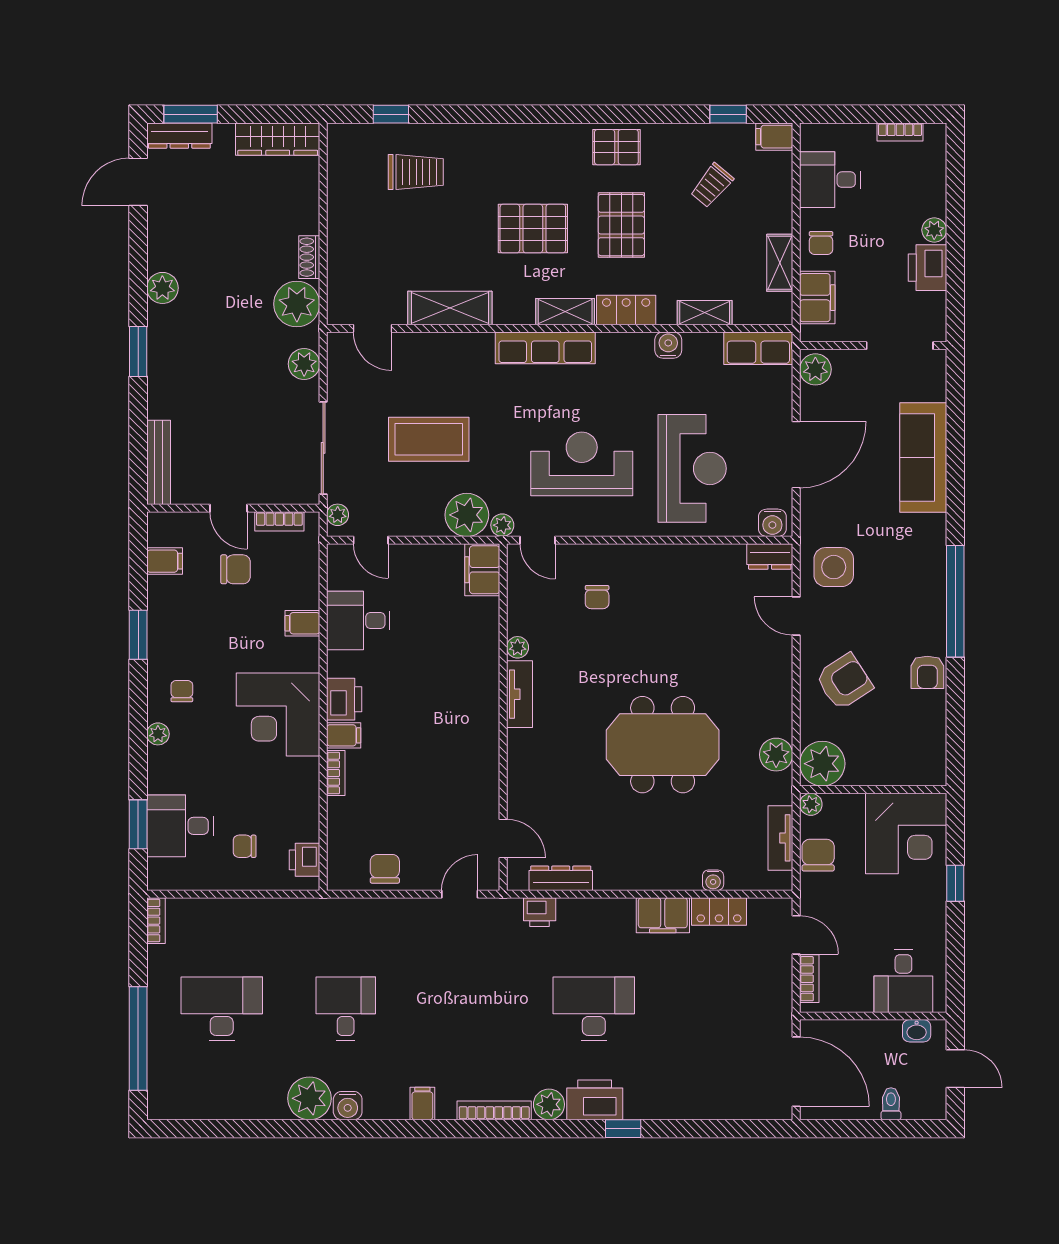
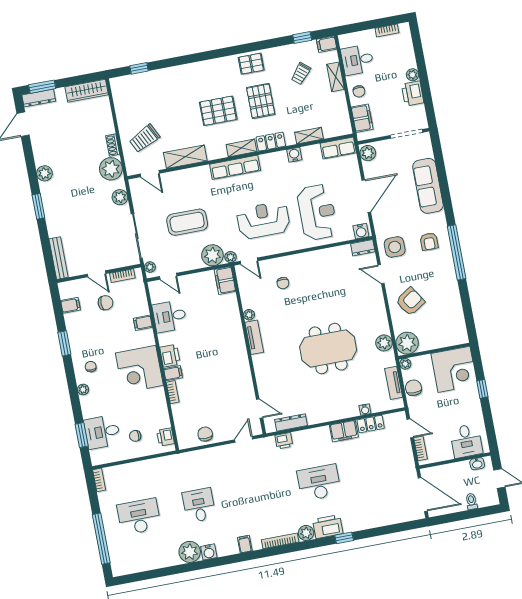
trolley: (416, 172) -> (145, 138), moved, turned 153
shelving: (780, 263) -> (336, 77), moved
armchair: (927, 672) -> (429, 241), moved

